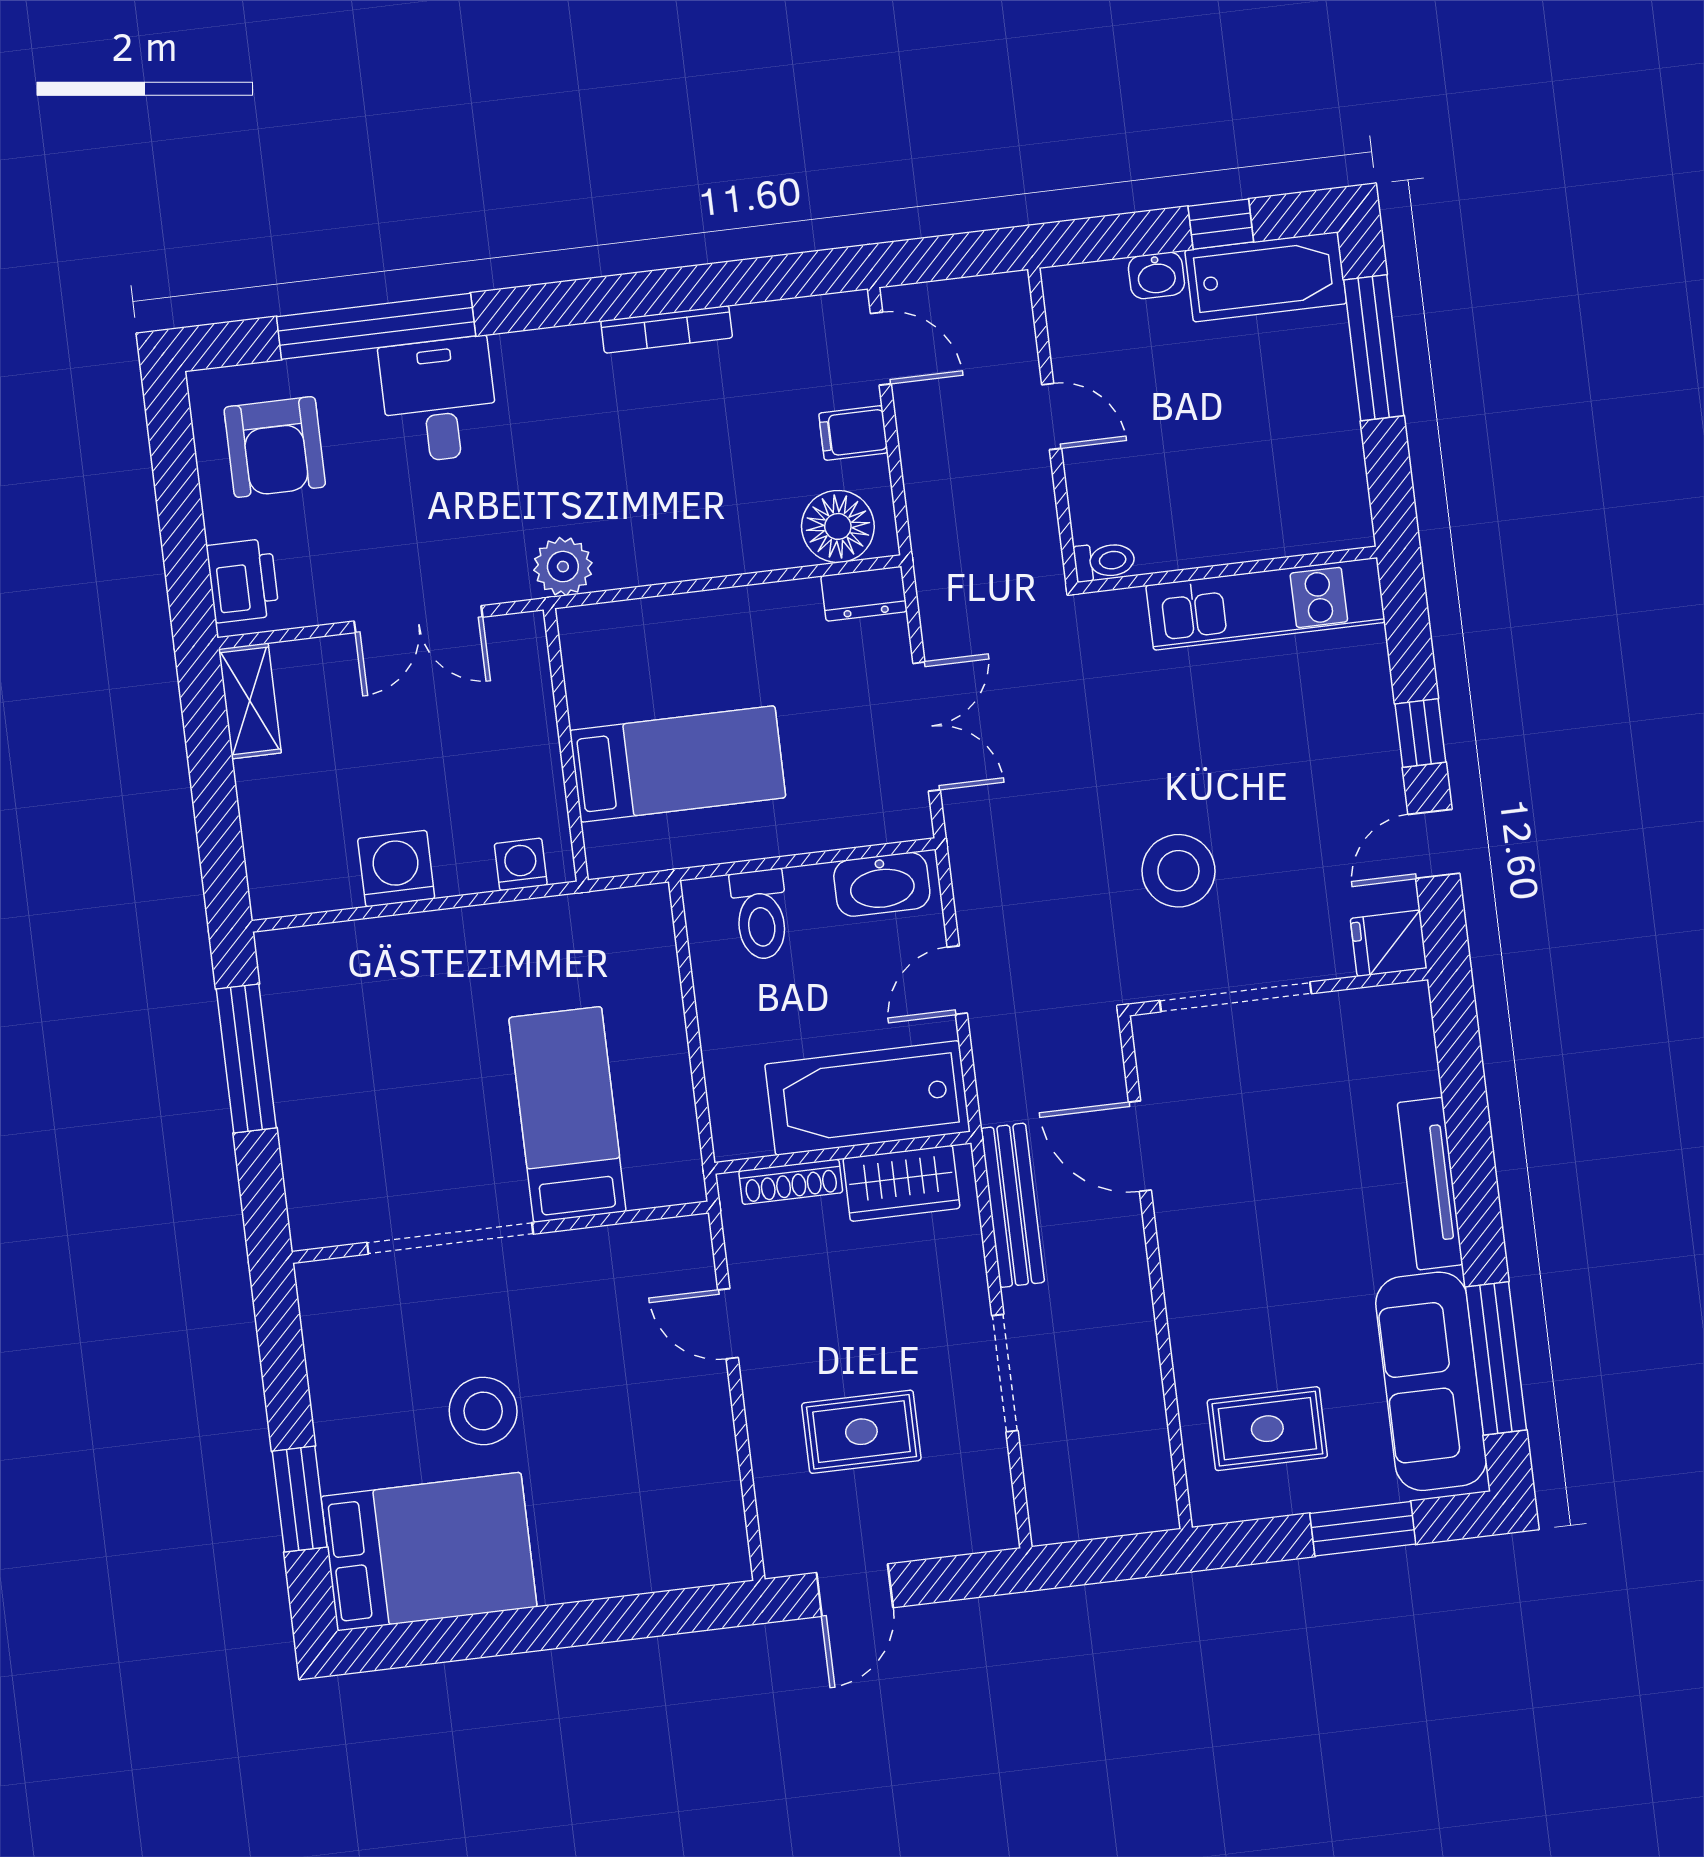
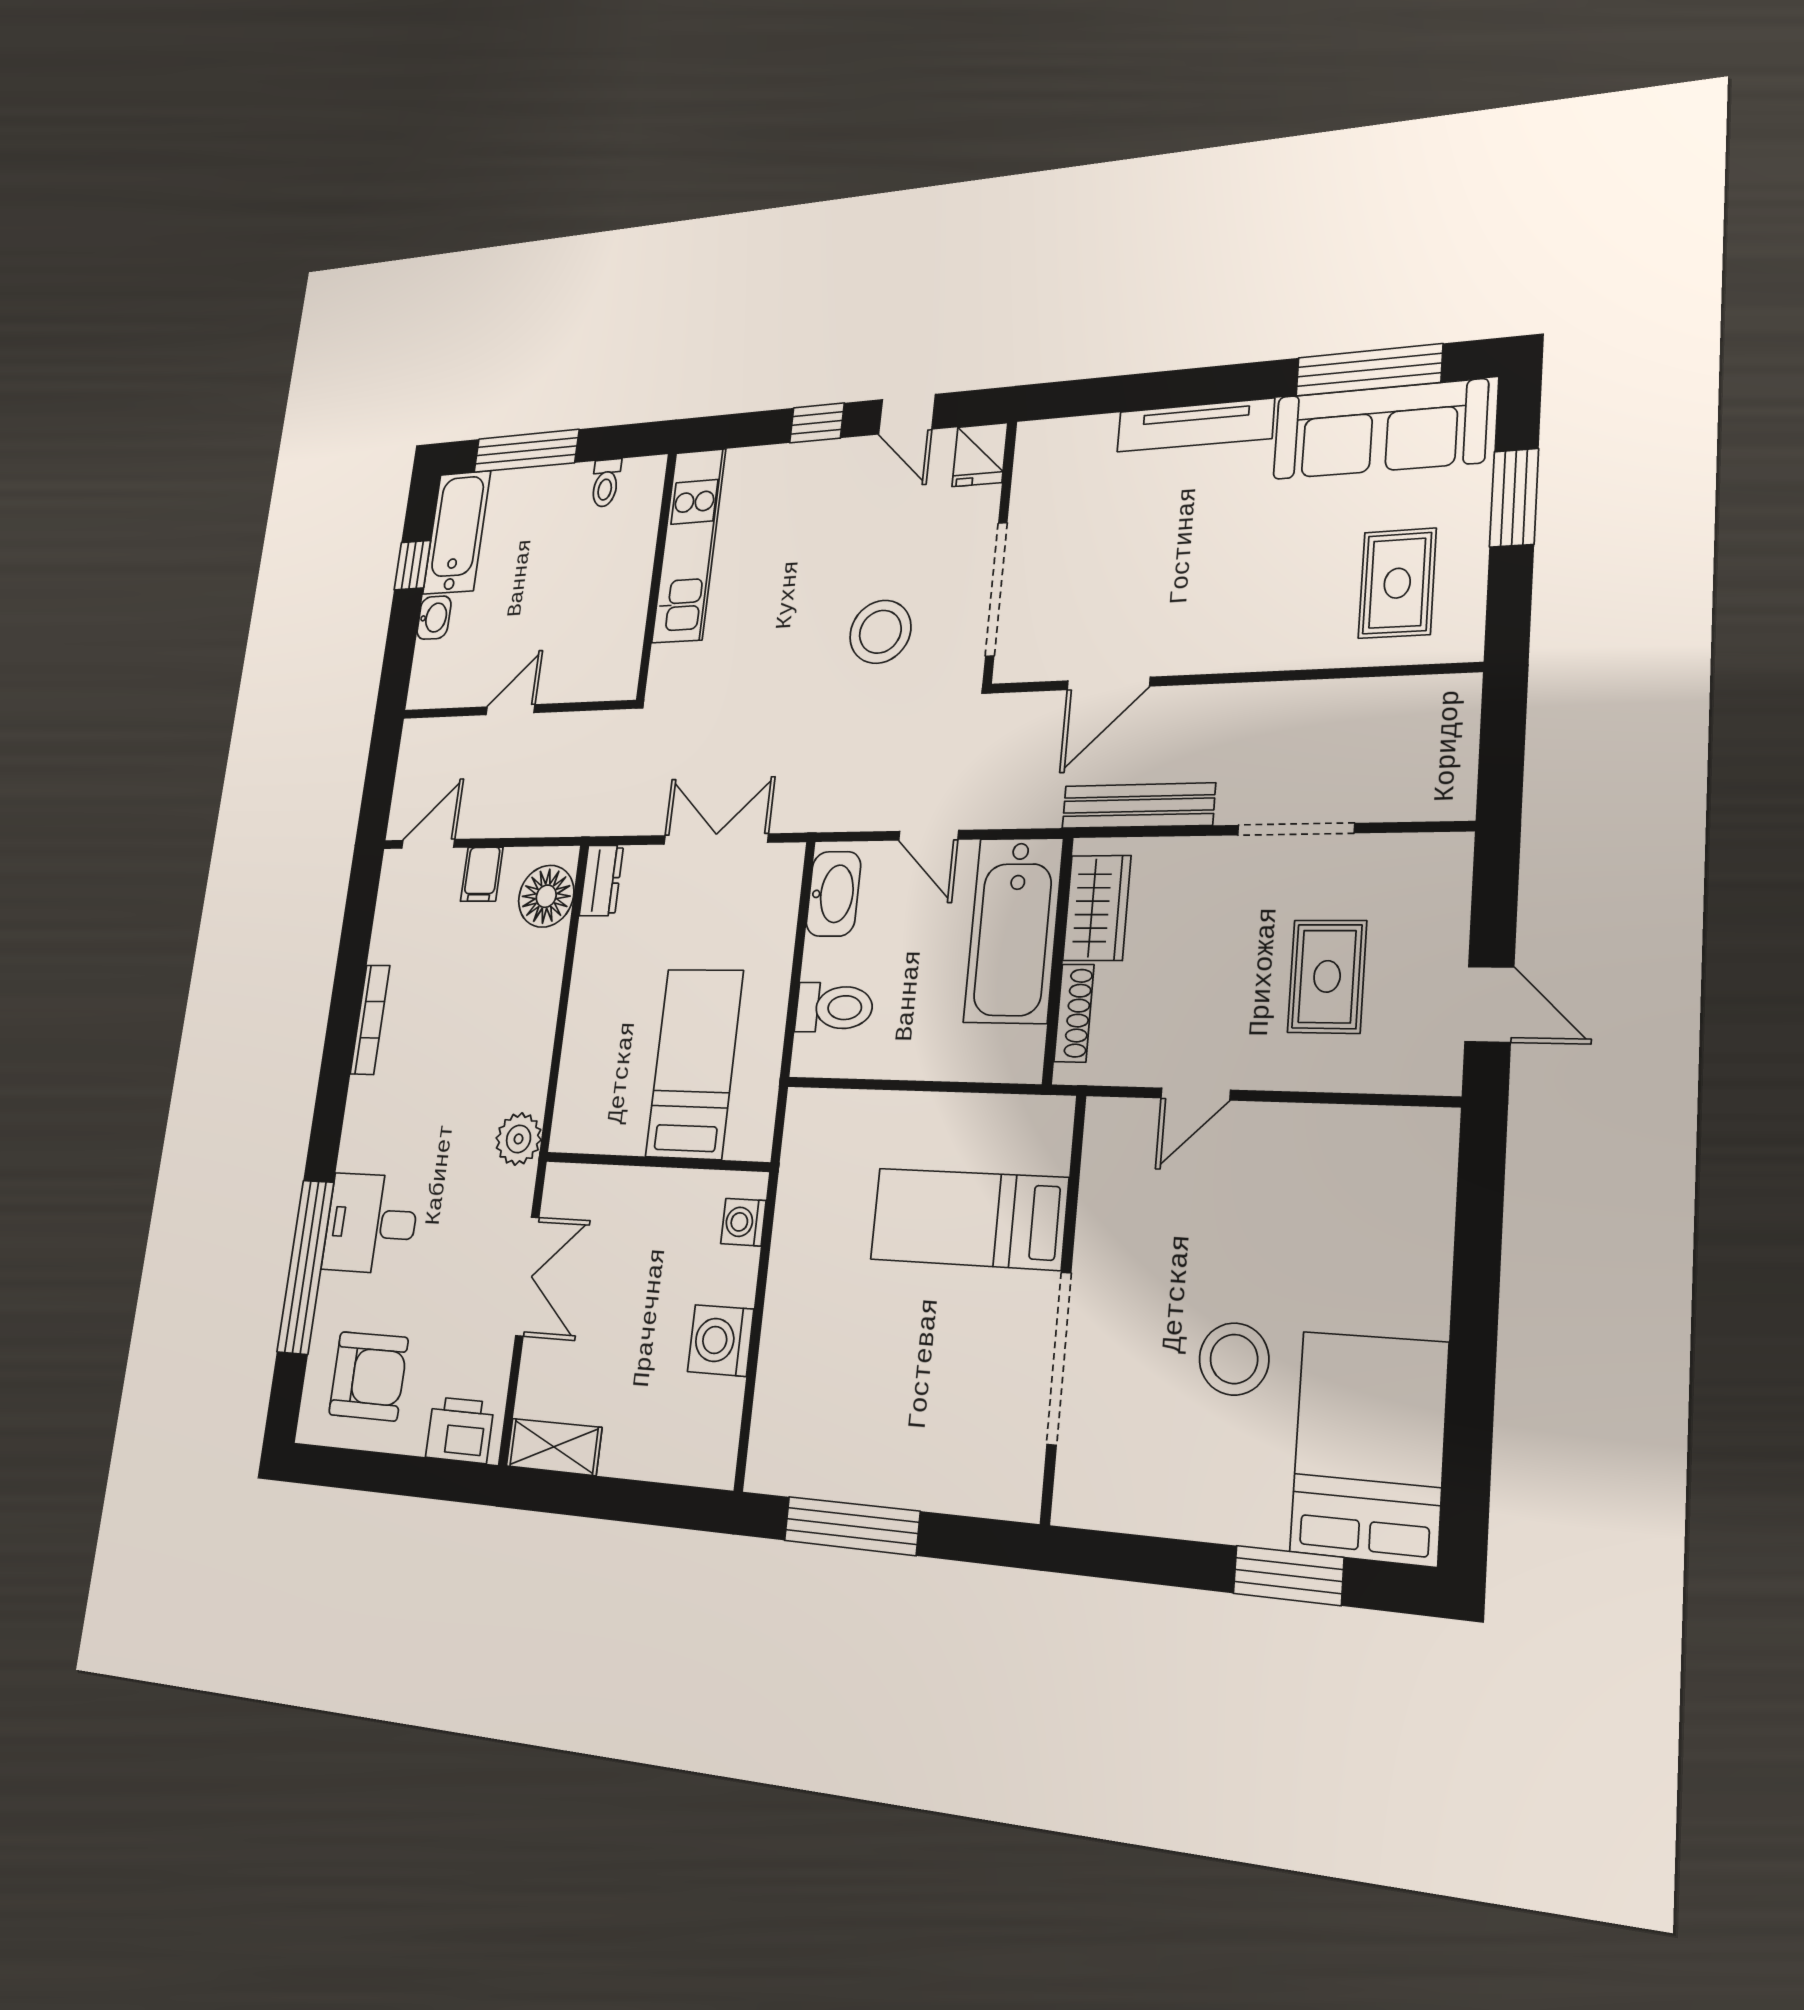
toilet: (1104, 561) -> (606, 483), moved, turned 180

